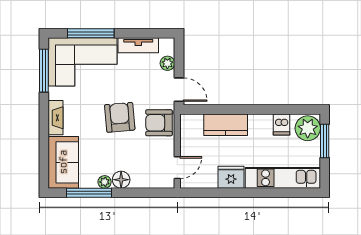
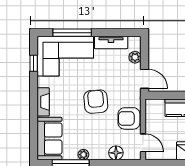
window: (44, 71) -> (34, 63), width x0.46
armchair: (159, 123) -> (129, 118), moved
door: (177, 168) -> (143, 143), hinge flipped
floor lamp: (121, 180) -> (116, 153), moved

